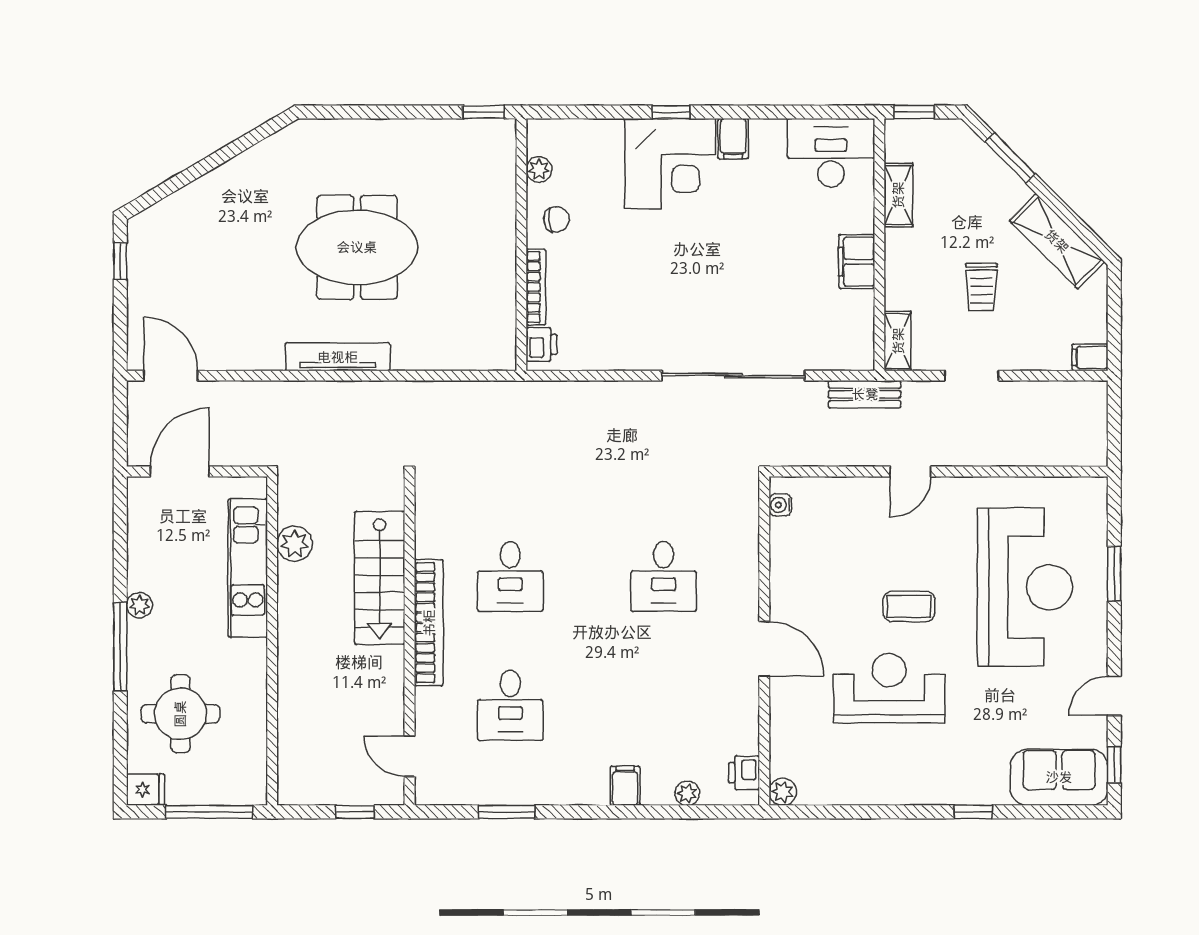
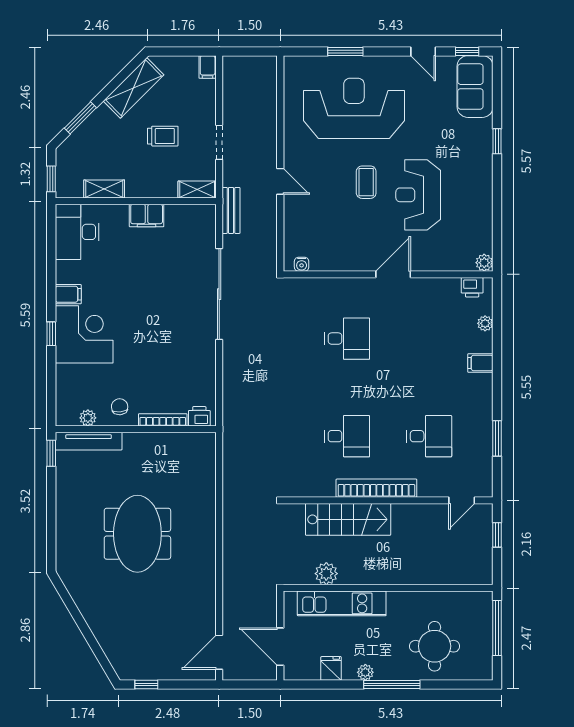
tv unit: (338, 357) -> (89, 441), moved, turned -90
fridge: (146, 790) -> (331, 668), moved

